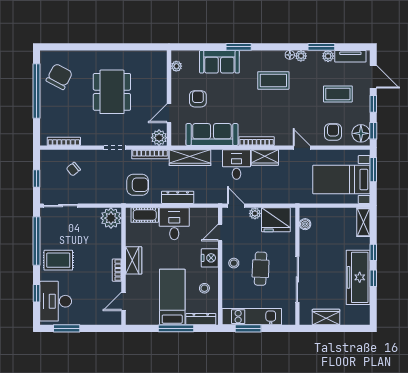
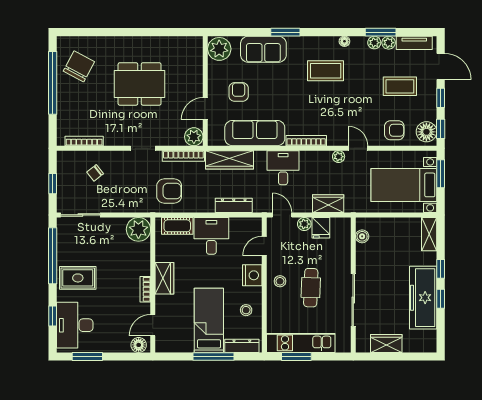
plant: (301, 56) -> (374, 43), moved
plant: (176, 66) -> (219, 49), width x1.88, depth x1.88
dining table: (112, 92) -> (140, 84), turned 90
armchair: (333, 132) -> (394, 130), turned 90
plant: (285, 155) -> (339, 157), added
wardrobe: (265, 157) -> (328, 204), moved, turned 180
dresser: (178, 197) -> (234, 205), moved
fridge: (276, 220) -> (321, 228), width x0.53, depth x0.75
floor lamp: (111, 318) -> (139, 345), added

